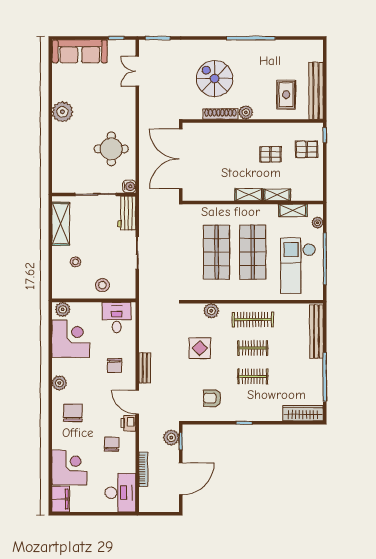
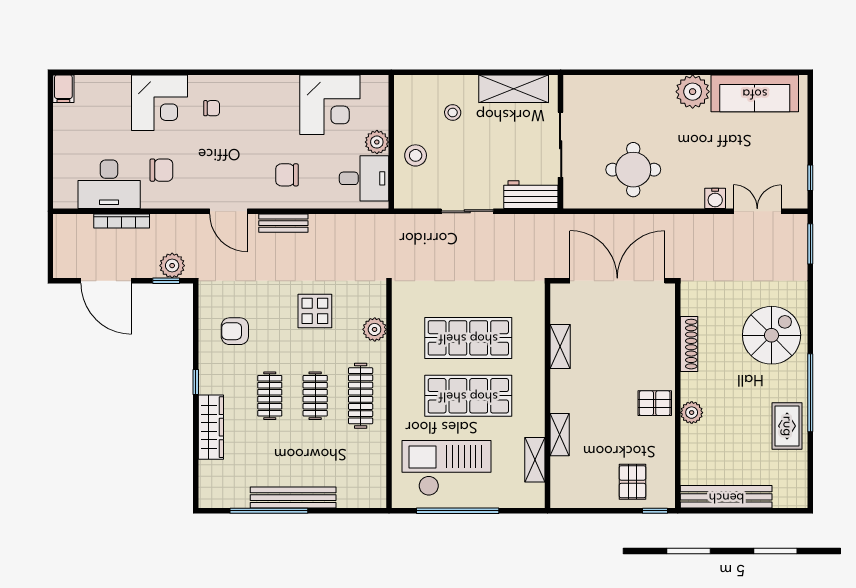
sofa: (80, 51) -> (755, 93), moved, turned -90
spiral stairs: (215, 79) -> (772, 335), moved
rug: (286, 95) -> (787, 426), moved, turned 90
plant: (246, 112) -> (692, 413), moved
pallet: (271, 154) -> (655, 403), moved, turned 90
water cooler: (129, 186) -> (715, 198), moved
shelving: (249, 195) -> (560, 346), moved
plant: (318, 223) -> (515, 499), removed
plant: (63, 309) -> (377, 142), moved
bench: (316, 332) -> (293, 498), moved
plant: (59, 383) -> (259, 87), removed
armchair: (212, 398) -> (235, 331), turned -90
door: (137, 402) -> (229, 211), swing flipped
chair: (73, 413) -> (212, 108), width x0.54, depth x0.54
wardrobe: (303, 413) -> (211, 427), moved
printer: (128, 423) -> (195, 197), removed
corner desk: (69, 468) -> (160, 103), moved
desk: (120, 493) -> (109, 184), moved
filing cabinet: (61, 499) -> (63, 89), width x0.50

